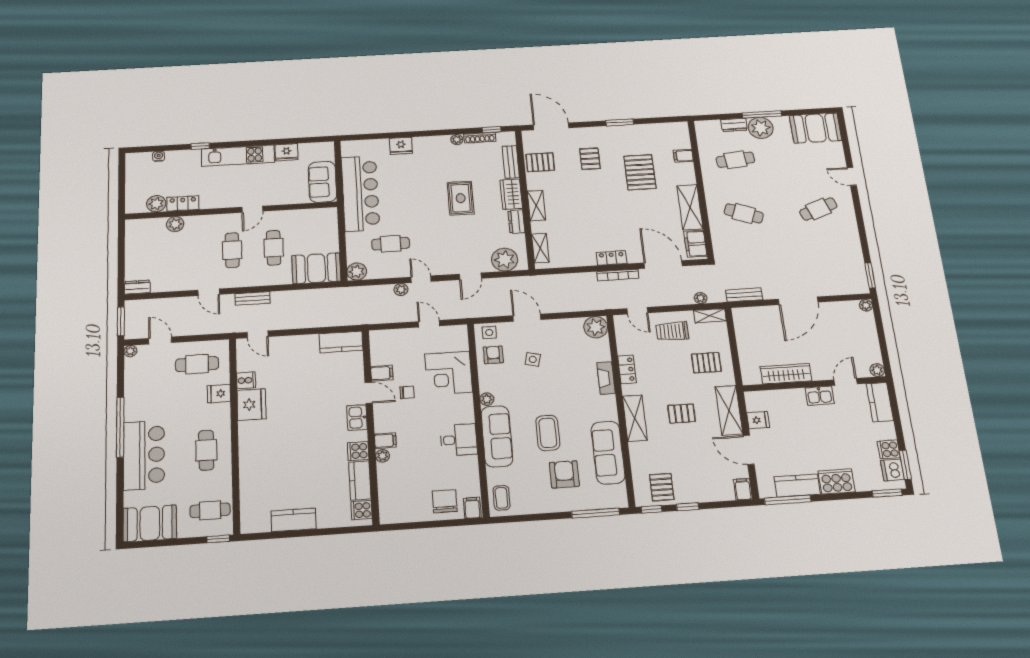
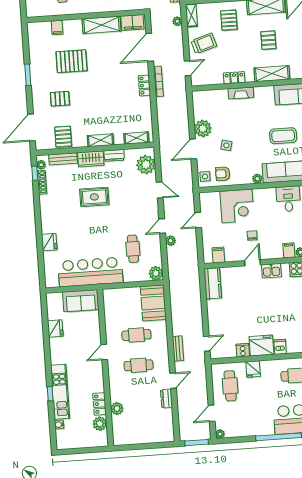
plant: (457, 140) -> (41, 165), moved
kitchen unit: (238, 156) -> (60, 392), moved
door: (252, 209) -> (104, 352), swing flipped
dresser: (137, 287) -> (167, 399), moved
plant: (596, 327) -> (203, 128), moved
trolley: (672, 331) -> (204, 43), turned -107
filing cabinet: (382, 373) -> (218, 255), moved
dishwasher: (248, 429) -> (280, 347), added

